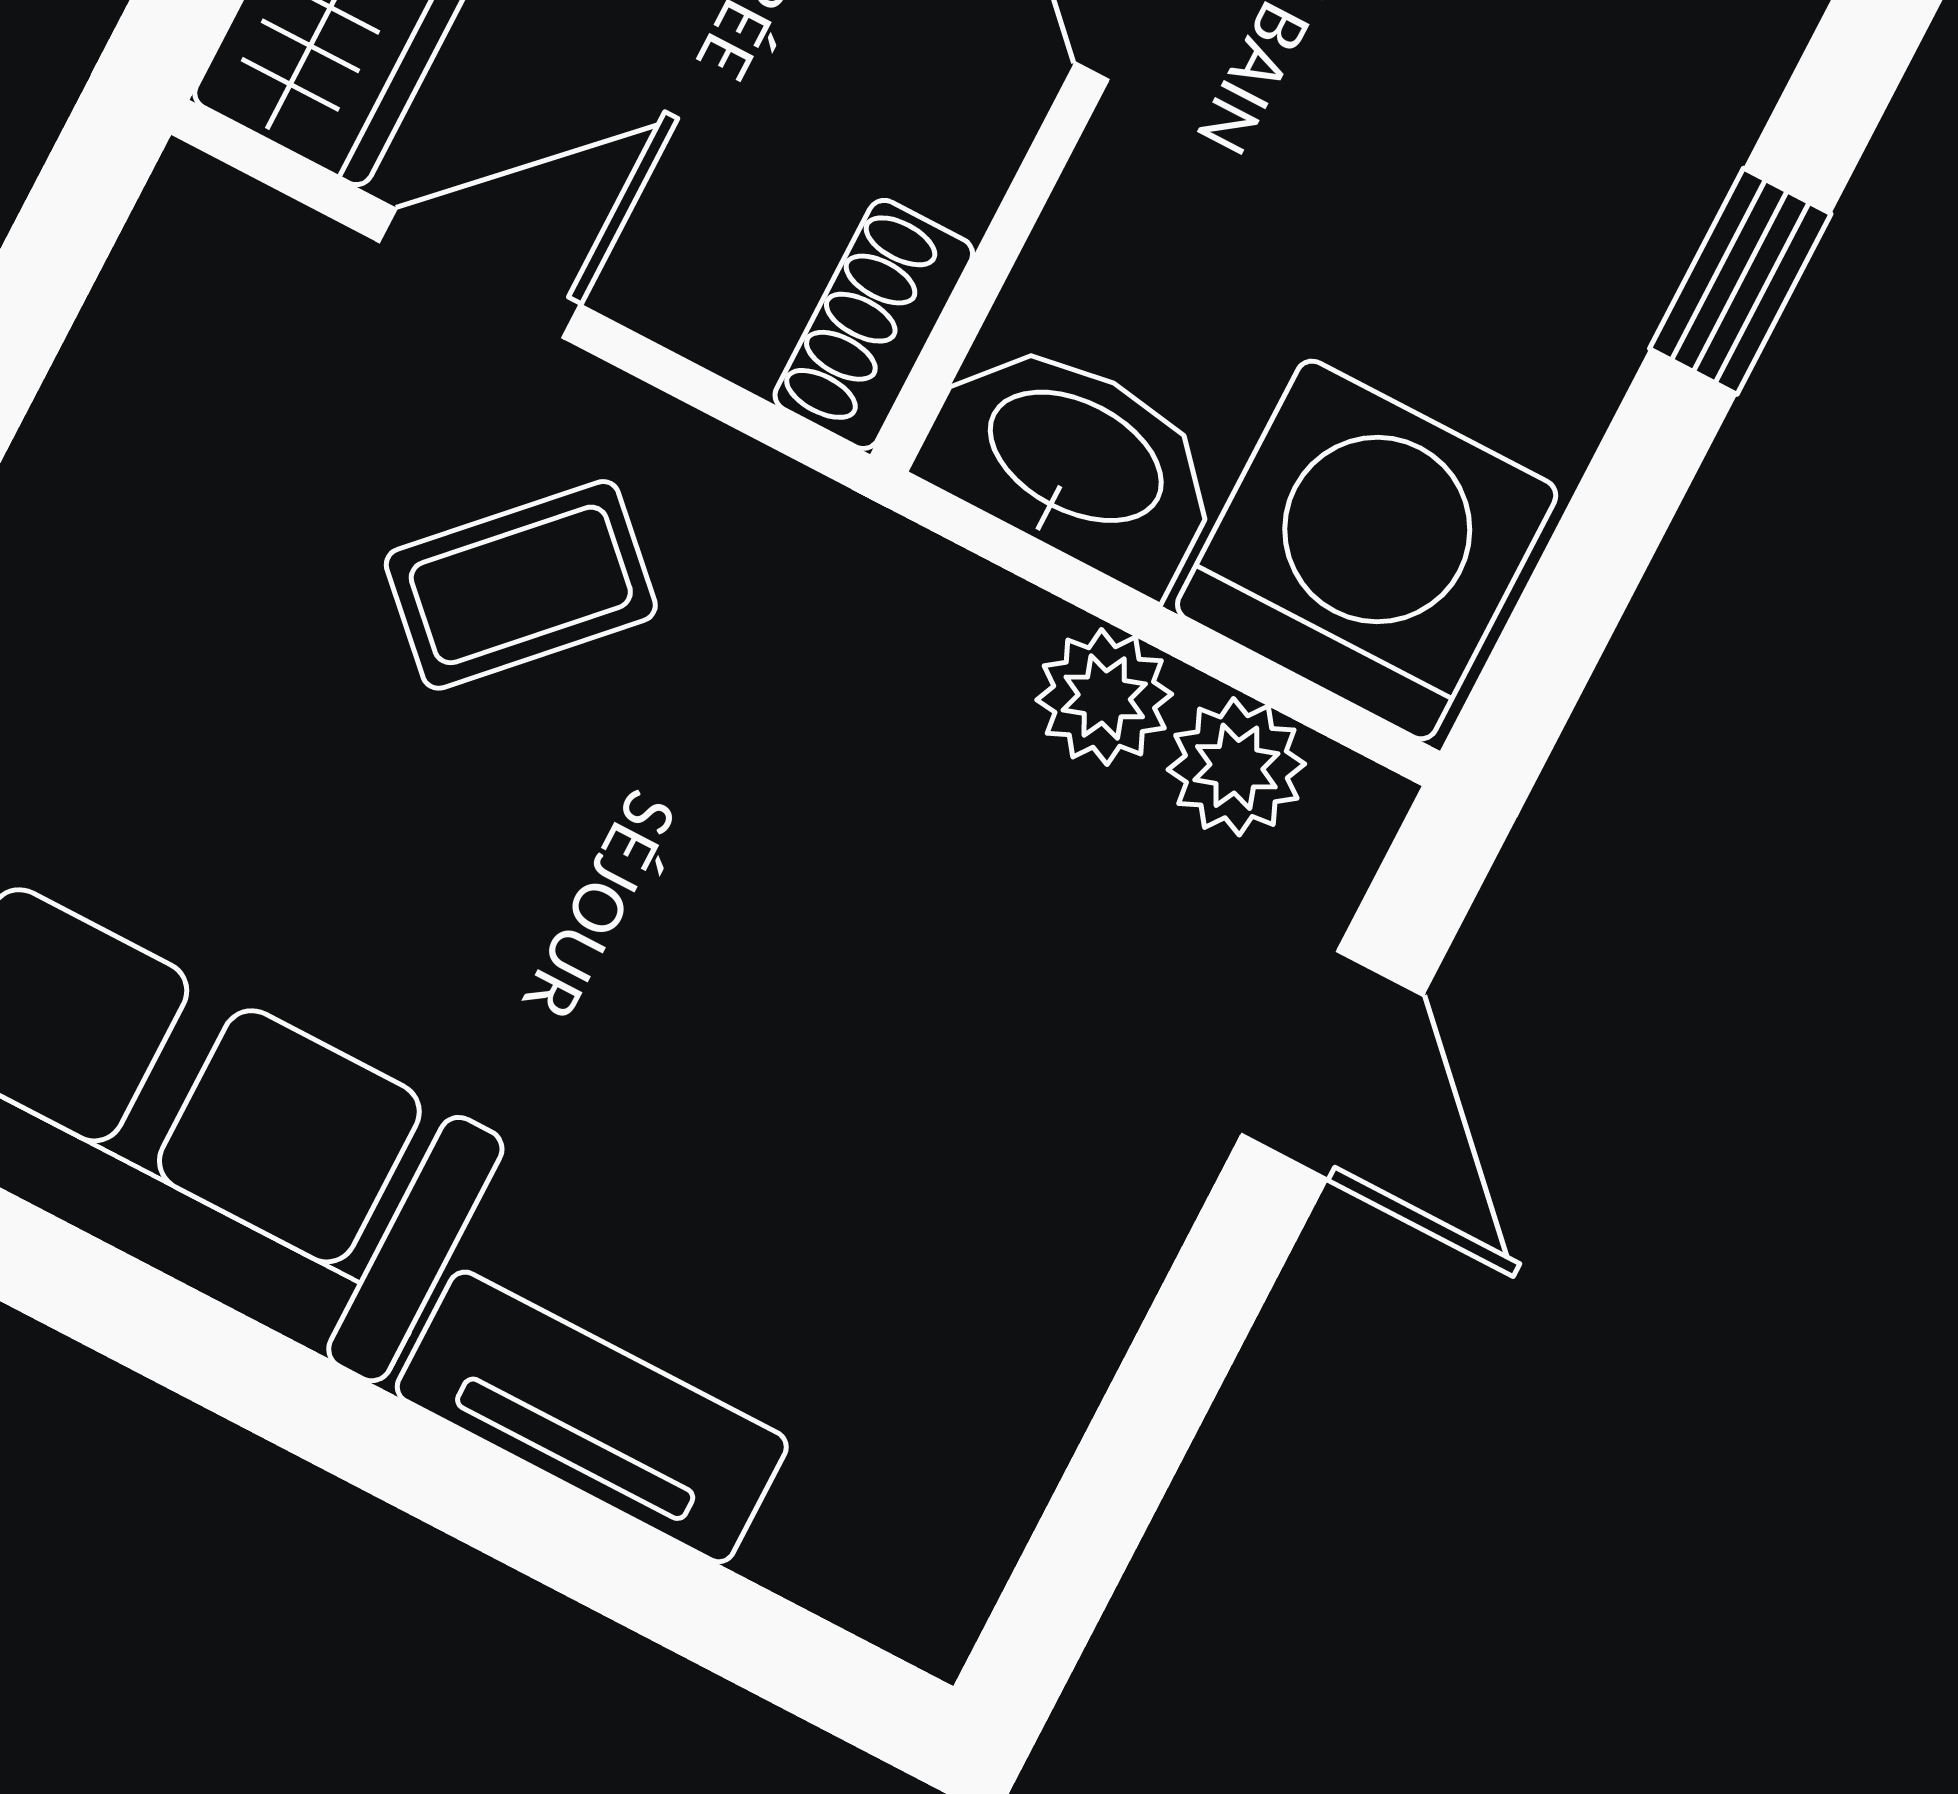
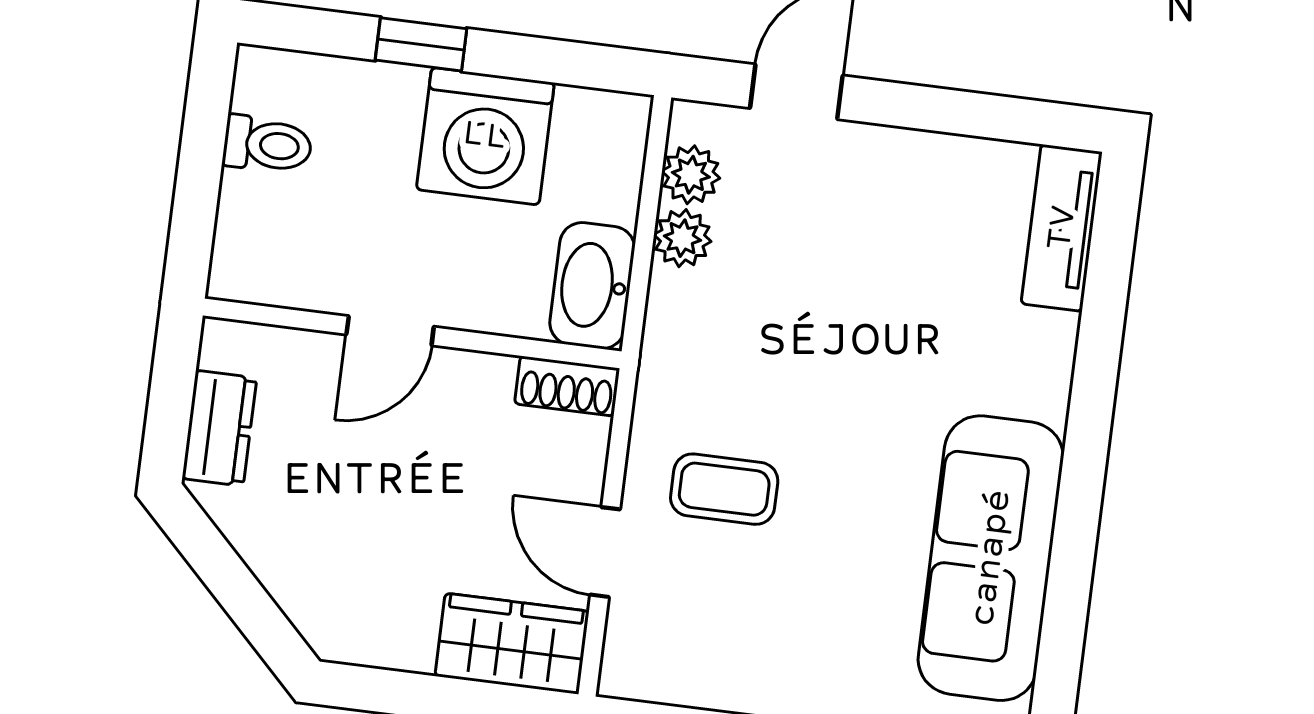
washing machine: (1367, 550) -> (485, 136), moved, turned -90
coffee table: (521, 585) -> (724, 489), turned -44
tv unit: (592, 1417) -> (1062, 228), moved

